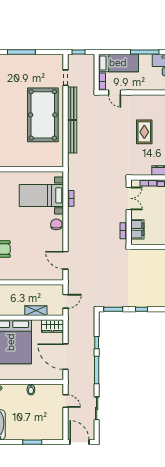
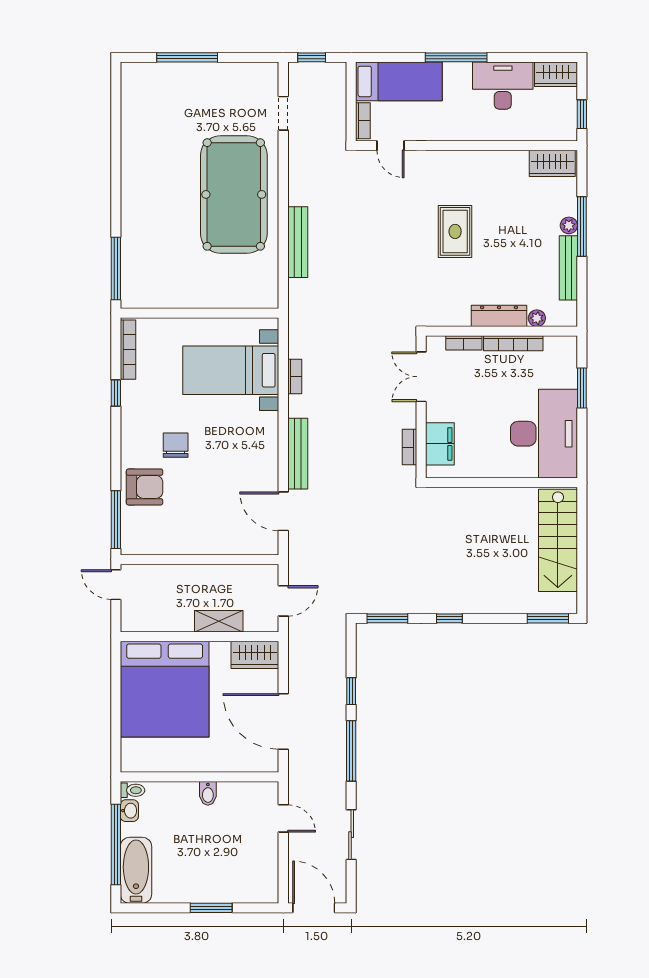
bench: (72, 103) -> (298, 454), moved
double door: (129, 198) -> (421, 377), swing flipped
chair: (56, 224) -> (176, 445), moved

